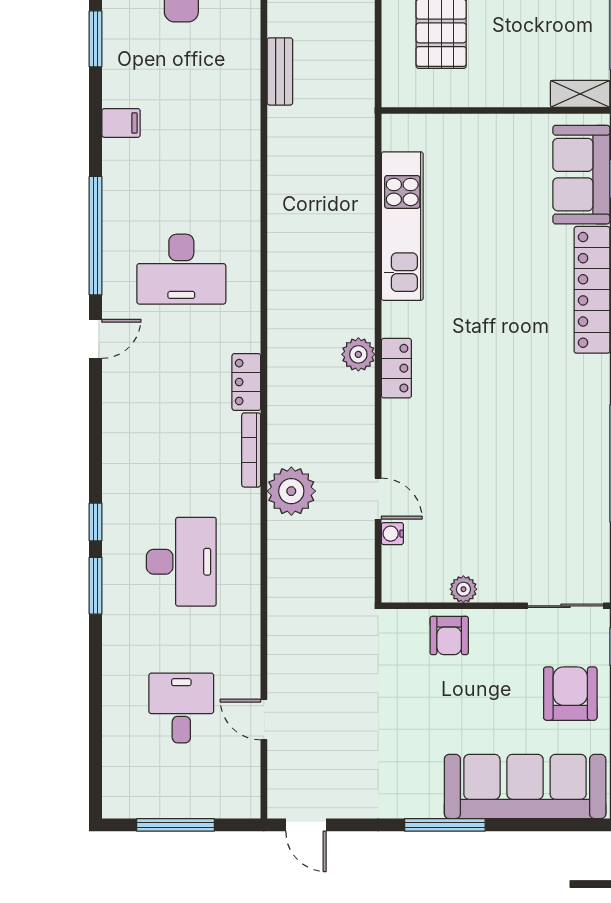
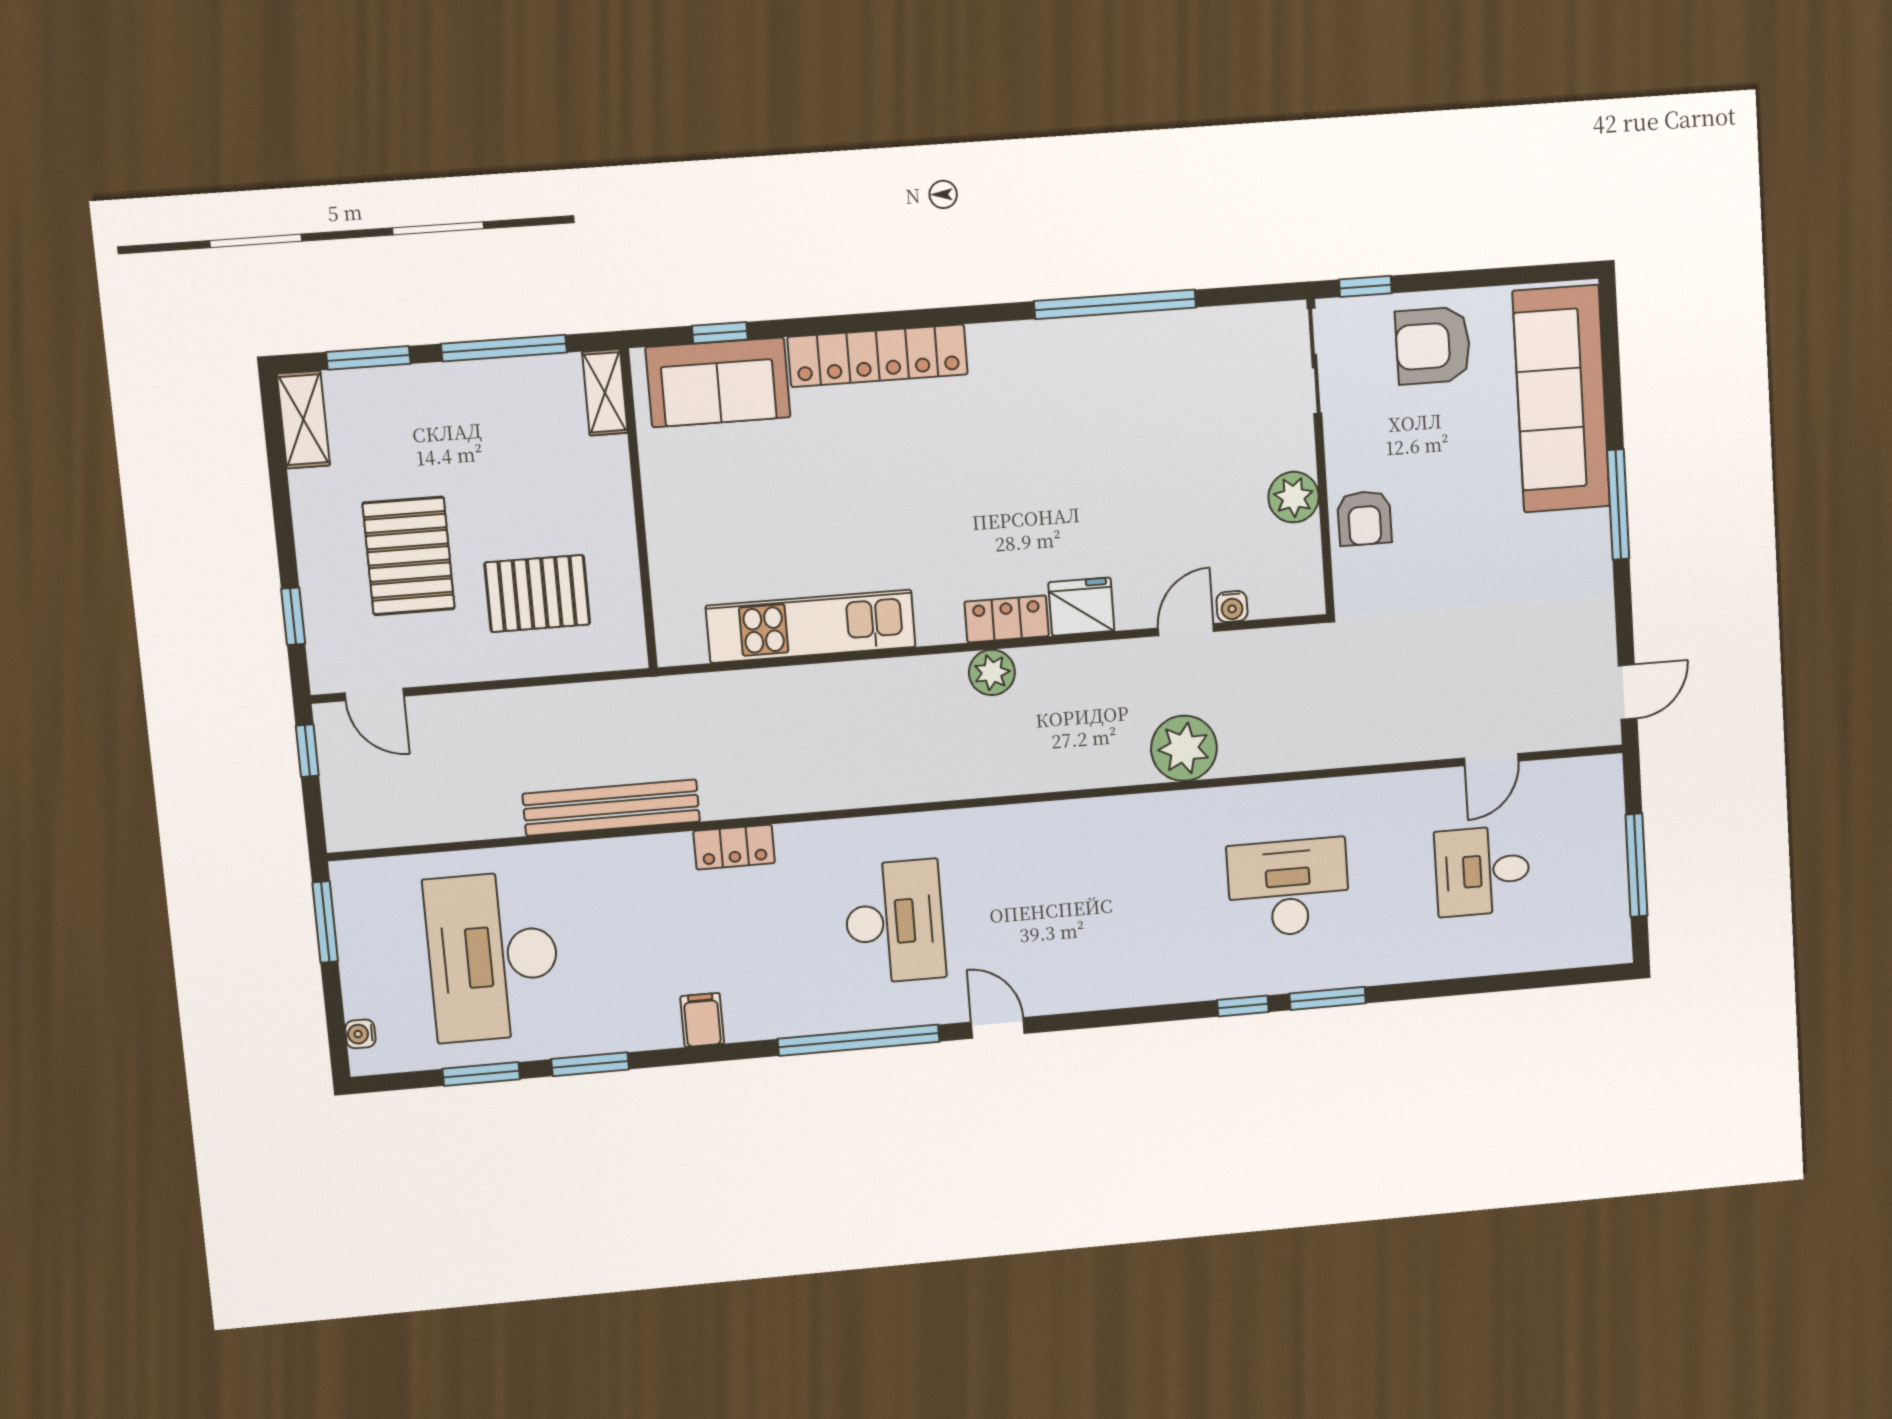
bench: (280, 71) -> (611, 808), width x1.86, depth x1.21
locker: (246, 382) -> (734, 847), moved
fridge: (401, 423) -> (1081, 607), added
bookcase: (251, 450) -> (1132, 807), removed
plant: (463, 589) -> (1294, 497), width x1.38, depth x1.38
armchair: (449, 635) -> (1364, 518), turned 90

